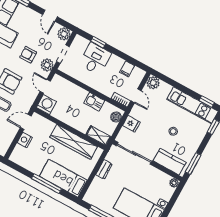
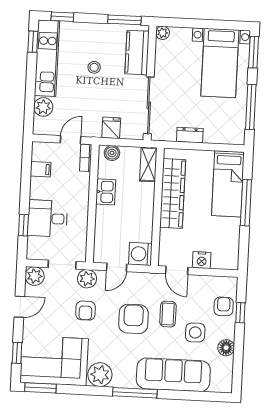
plant: (153, 83) -> (43, 107), moved

